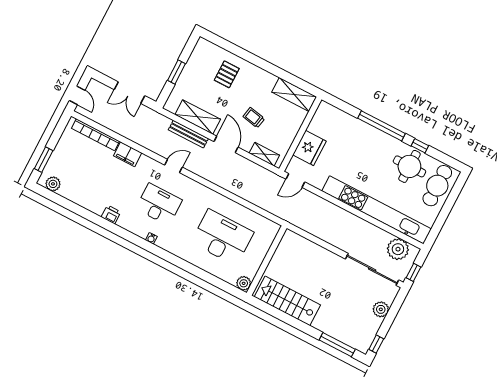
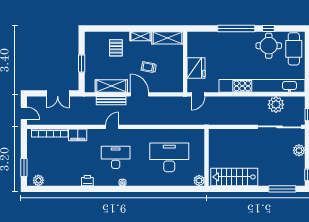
shelving: (264, 154) -> (141, 36), moved
plant: (398, 249) -> (276, 105), moved

